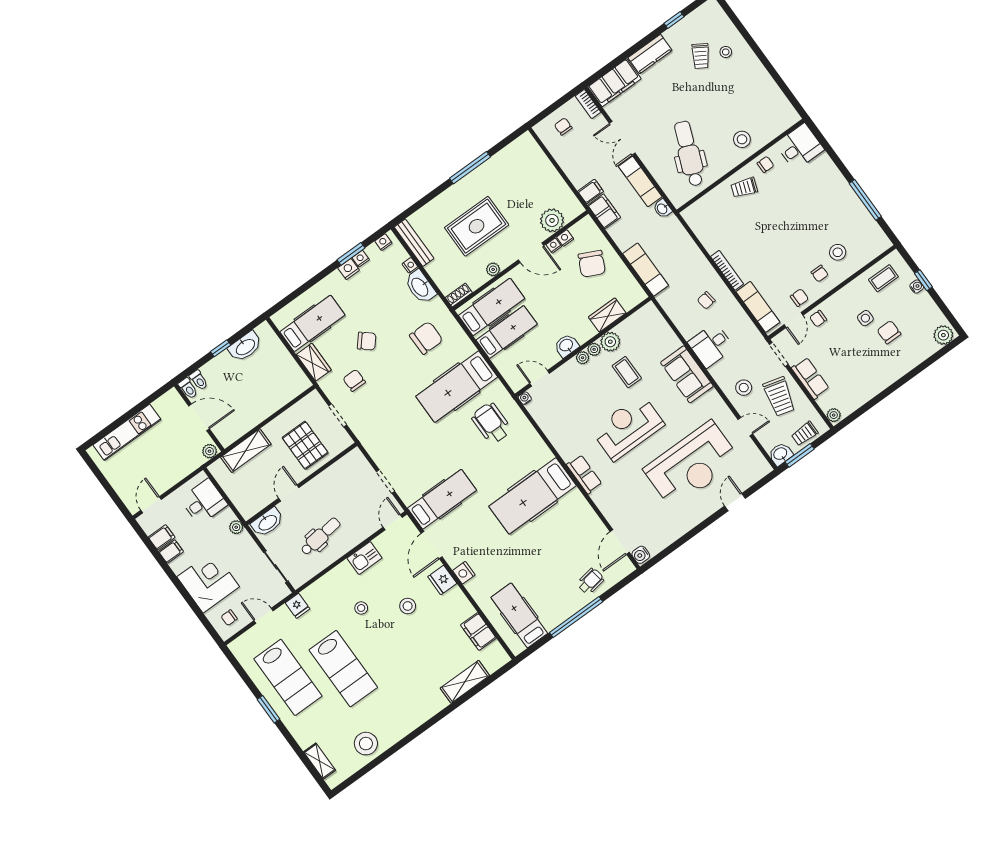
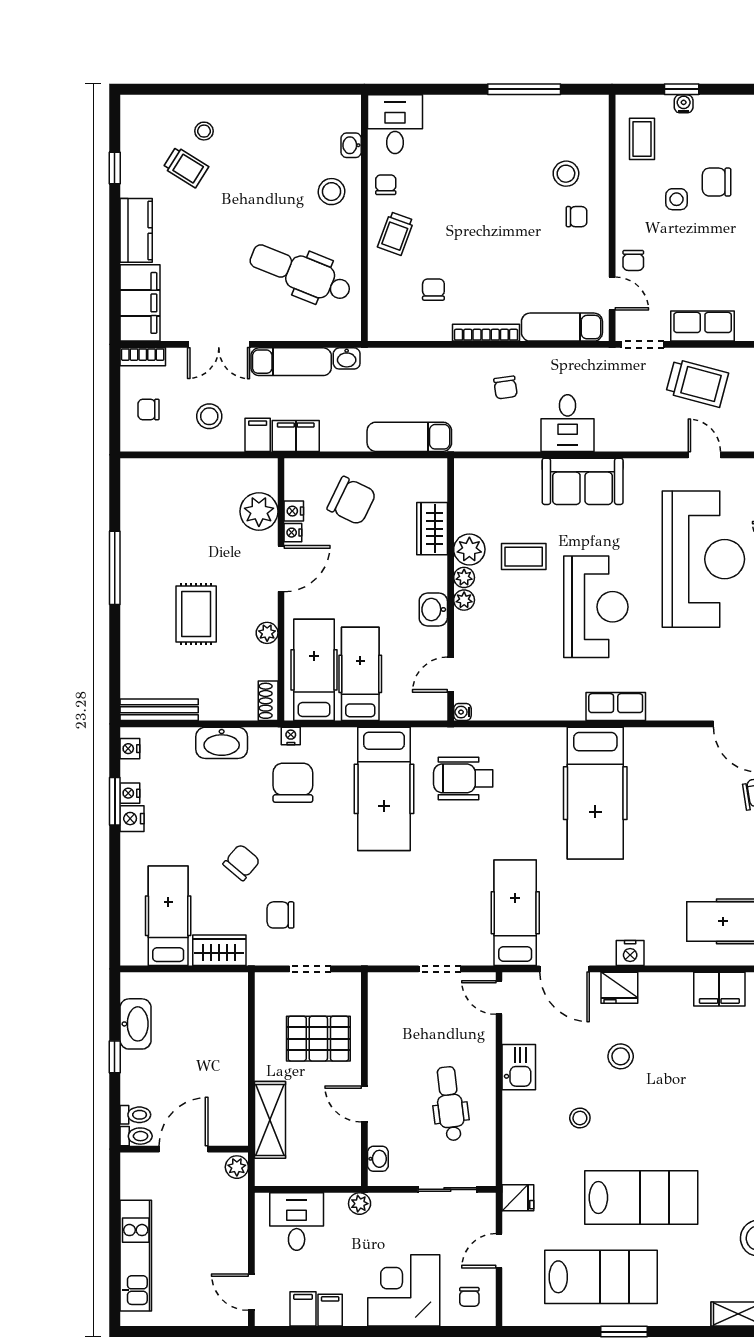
washbasin: (773, 132) -> (351, 145), added
rug: (477, 226) -> (196, 614), width x0.73, depth x0.70
nightstand: (410, 265) -> (291, 736), moved
chair: (799, 298) -> (433, 290), moved
stool: (744, 388) -> (209, 416), moved
reception desk: (628, 427) -> (596, 607), turned 180
door: (745, 427) -> (704, 455), hinge flipped
washbasin: (267, 522) -> (378, 1159), width x0.52, depth x0.69

